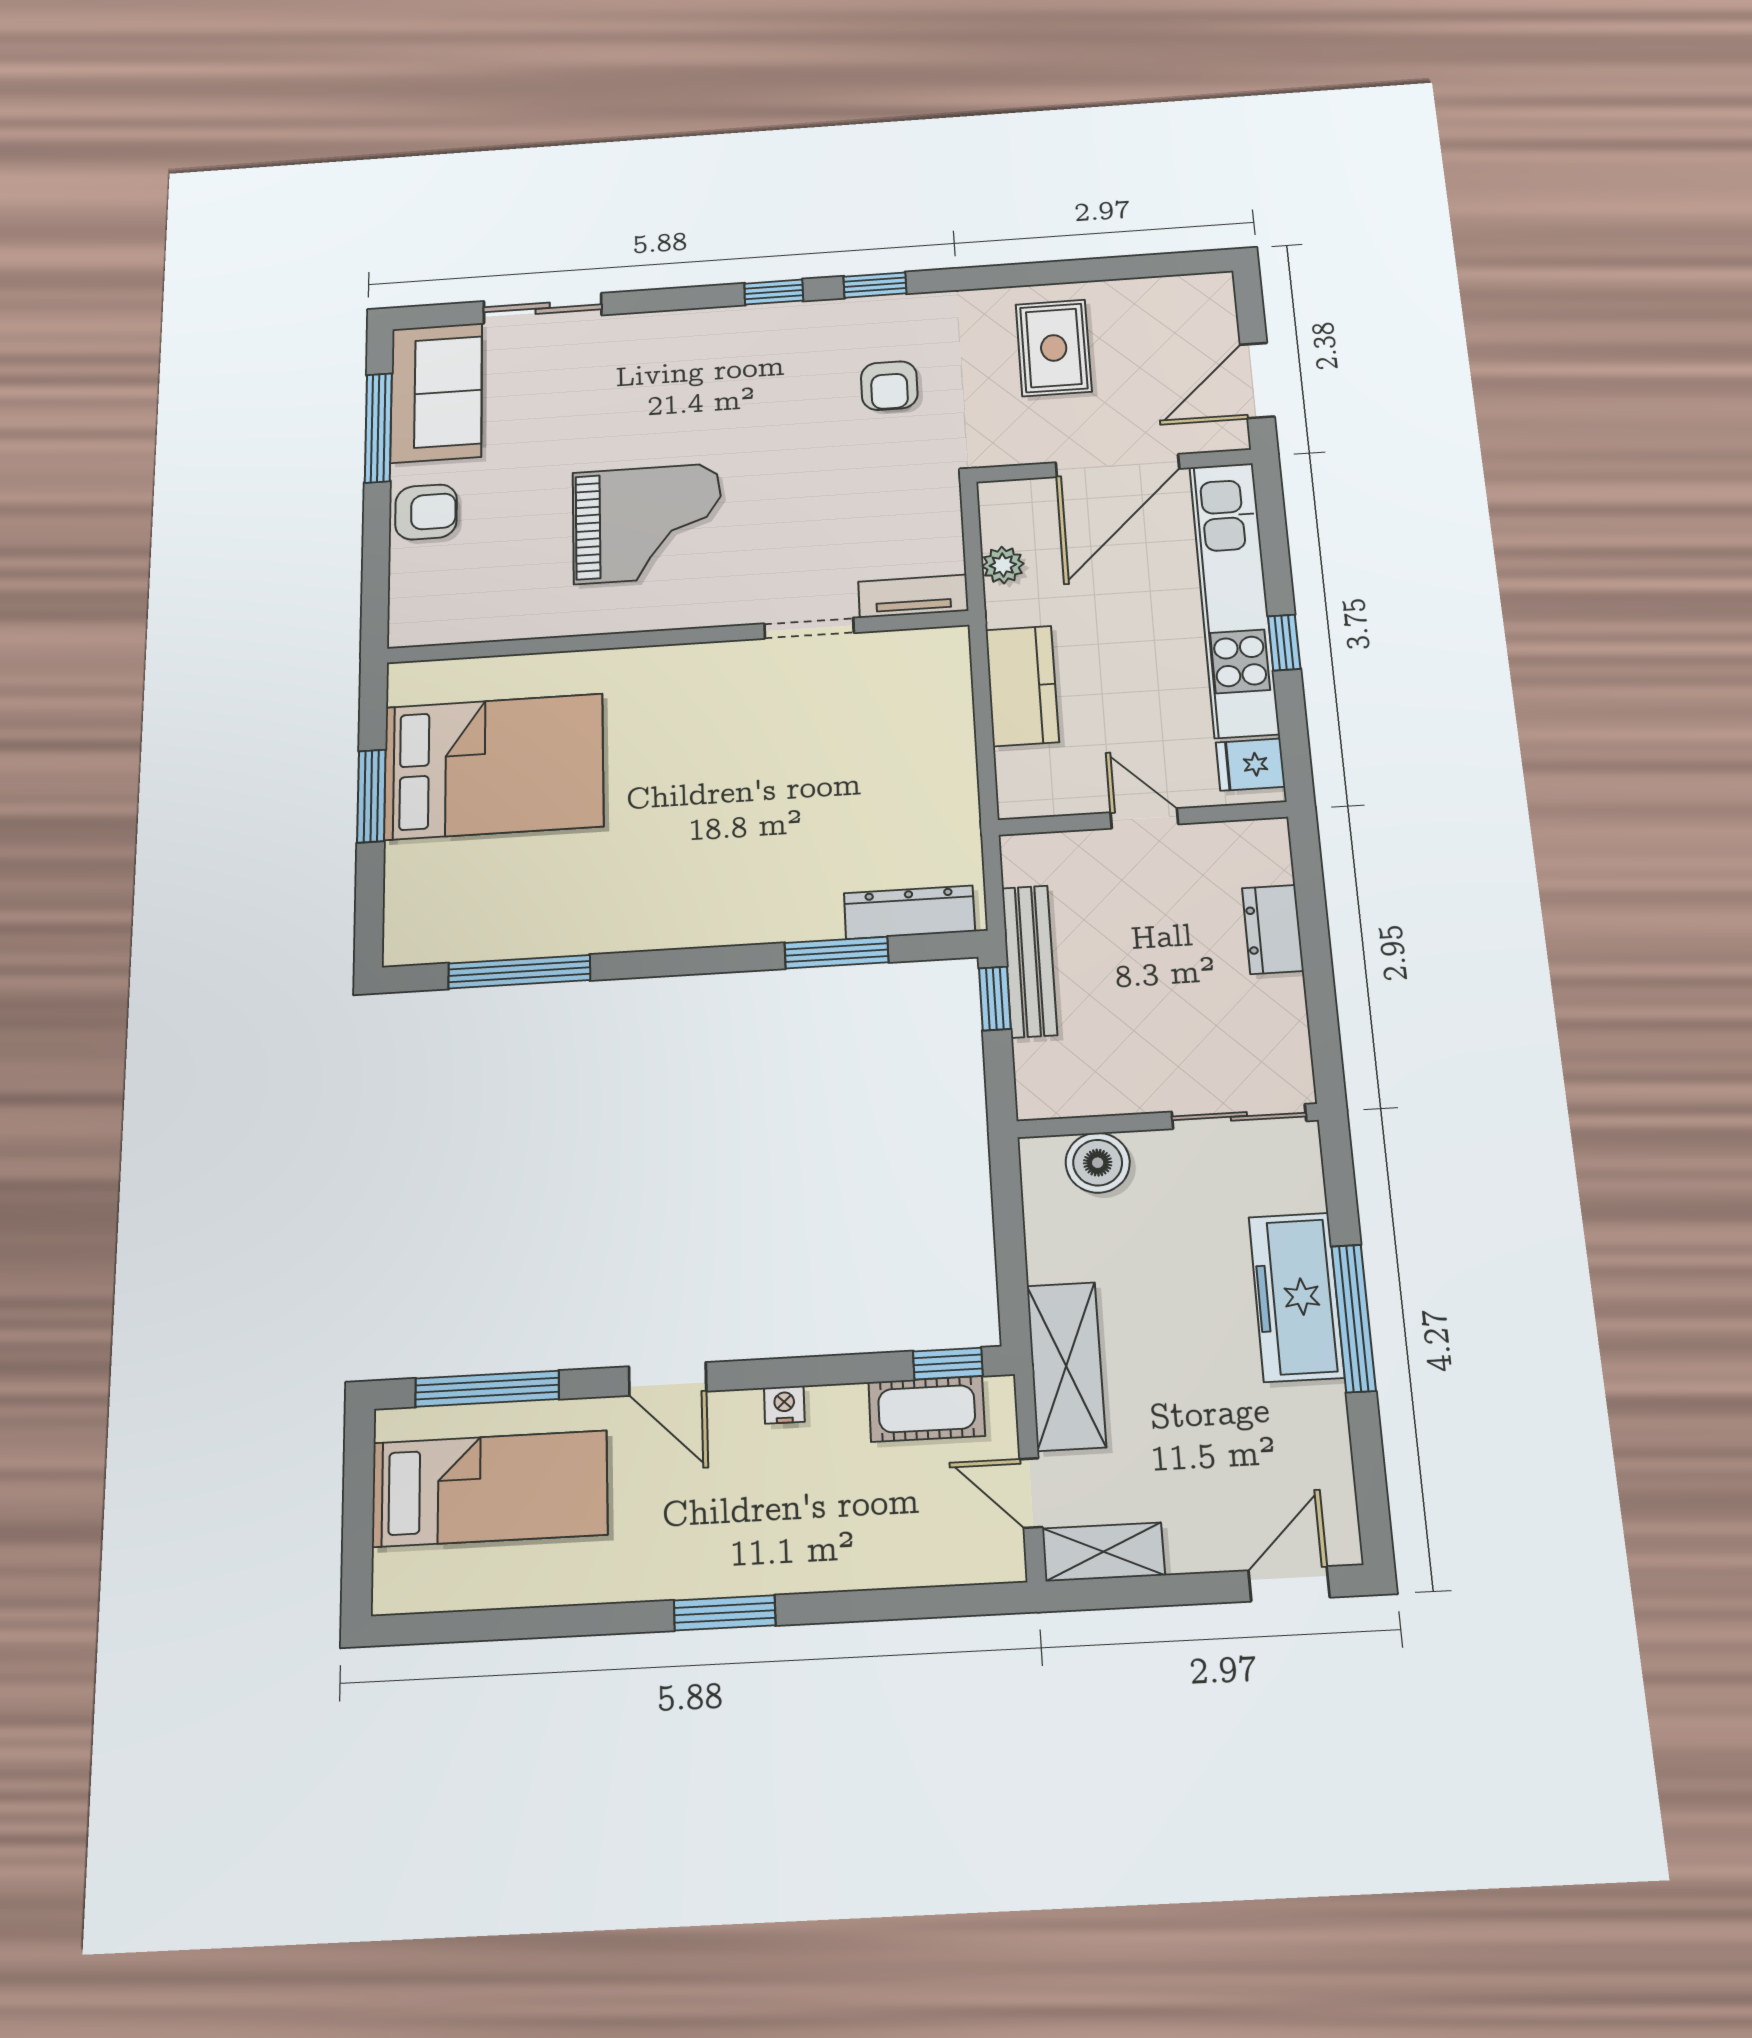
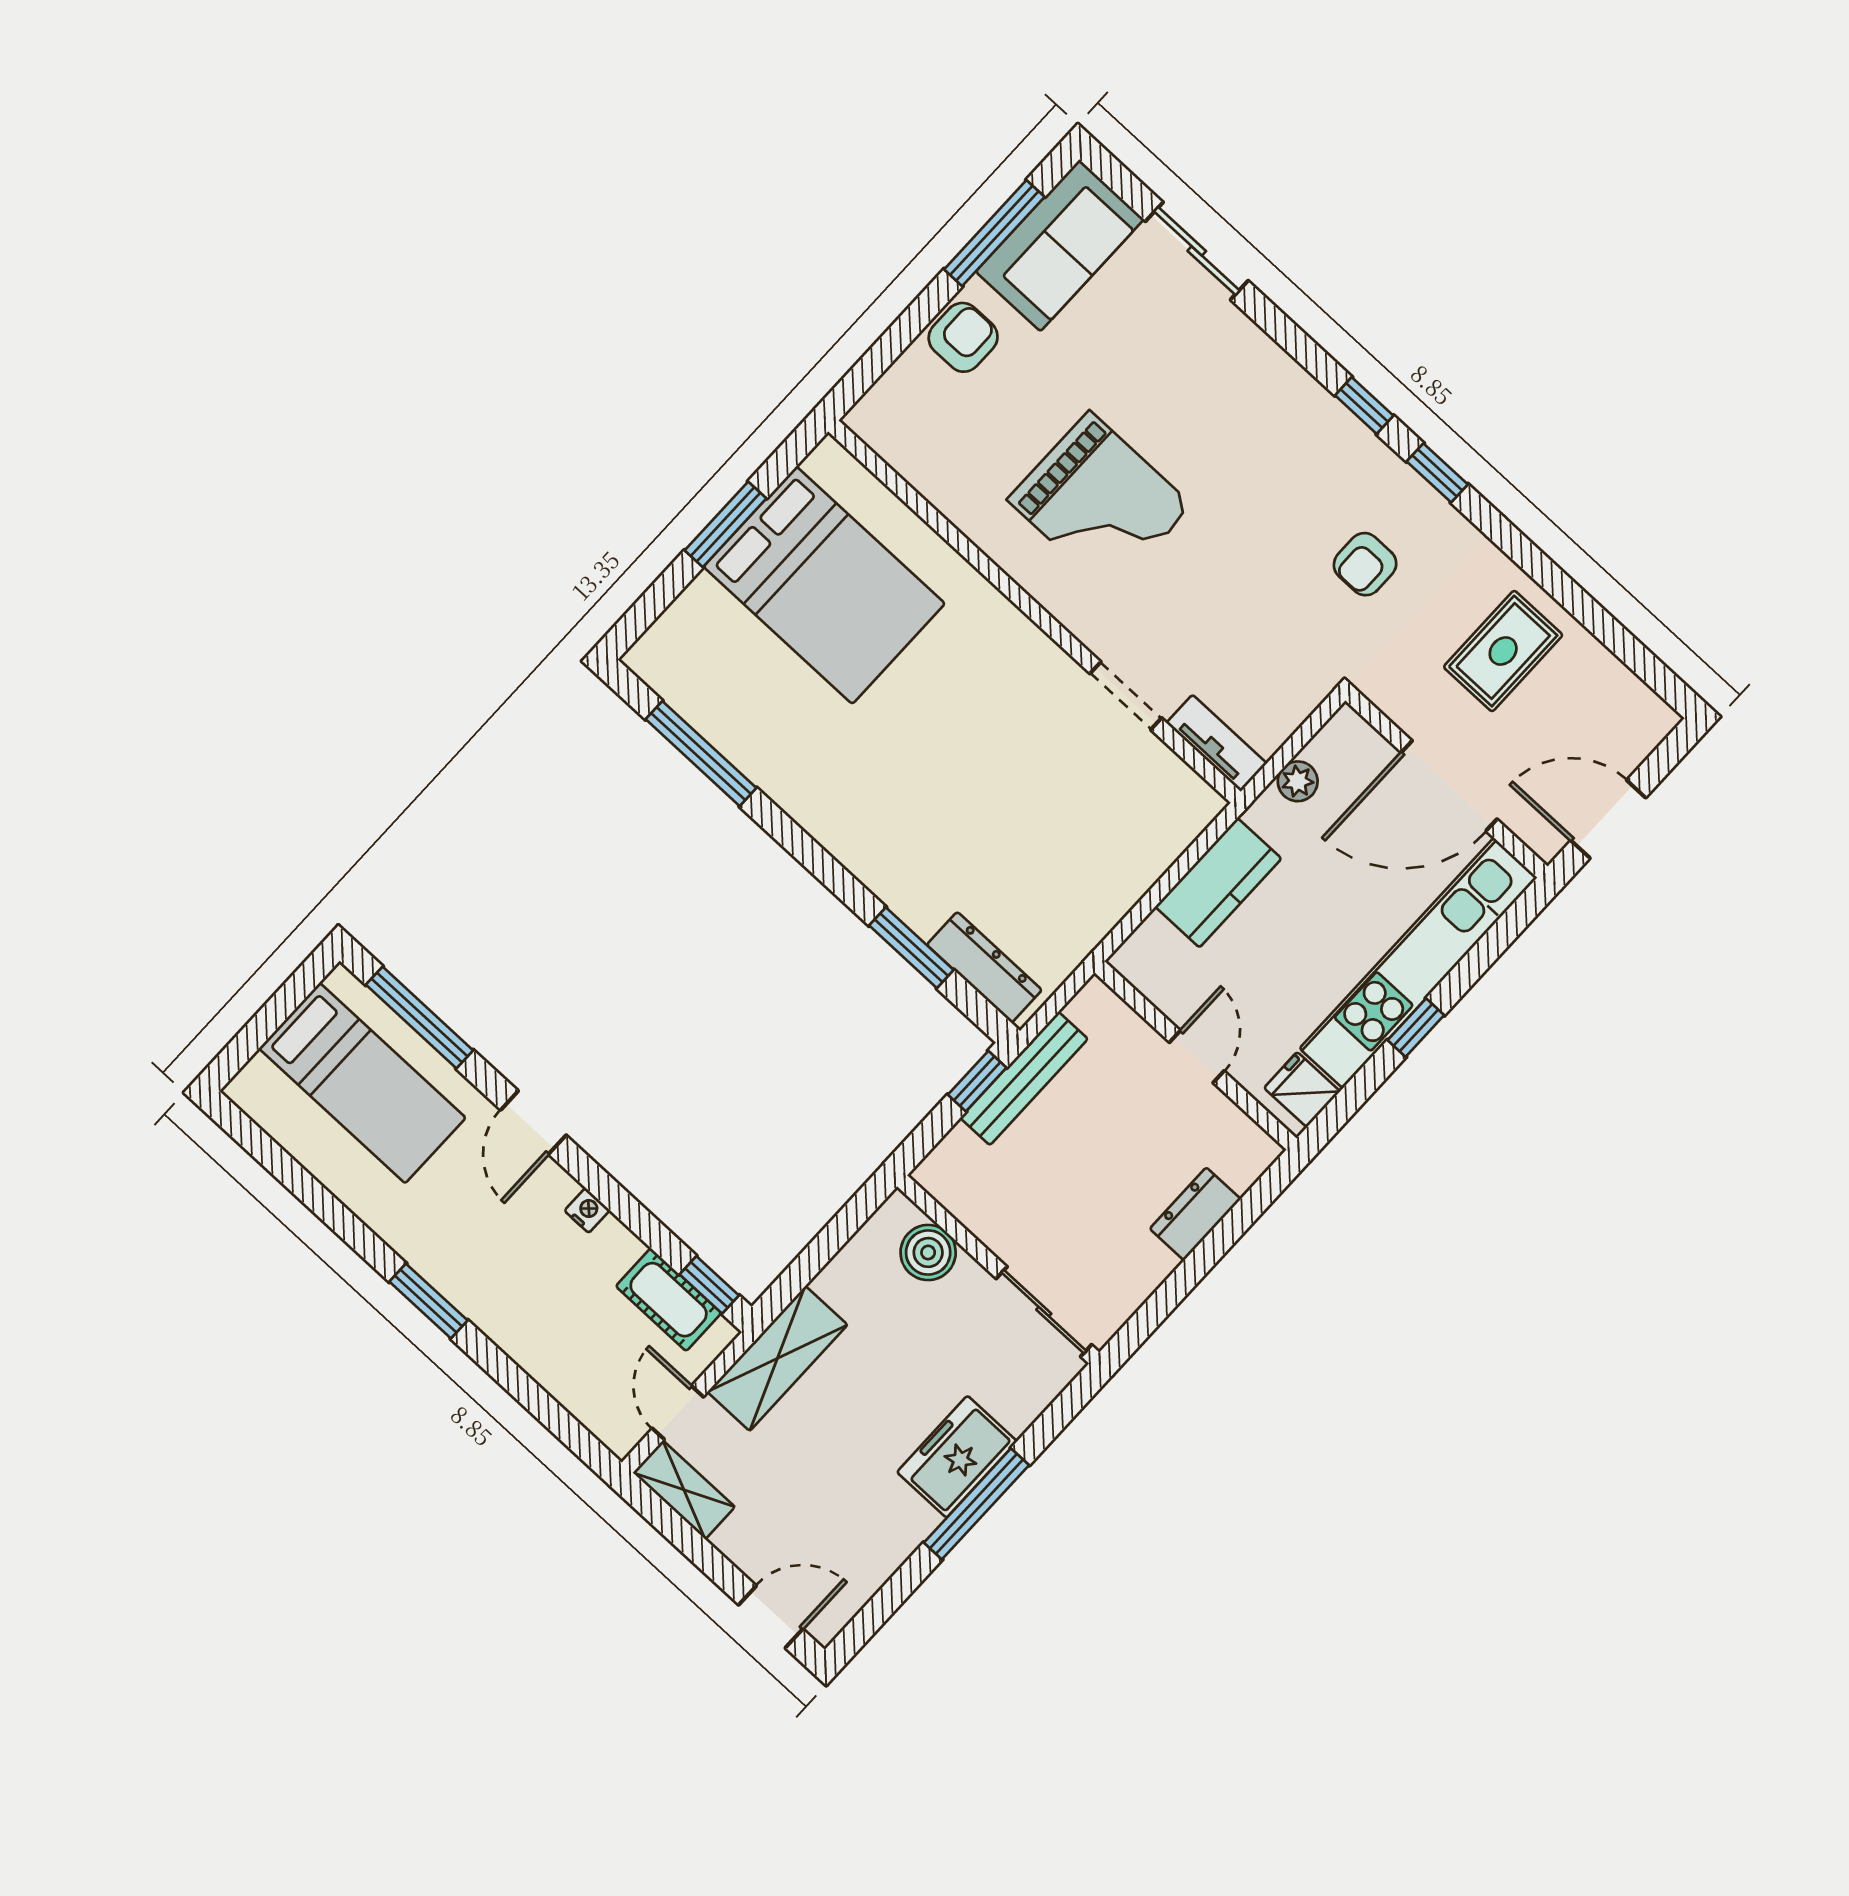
armchair: (426, 512) -> (963, 337), turned -90
freezer: (1296, 1297) -> (957, 1457), width x0.71

